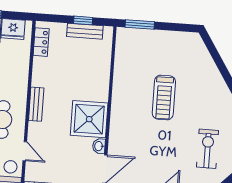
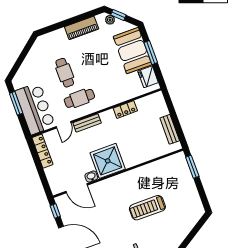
window: (83, 20) -> (177, 125), removed
locker: (41, 42) -> (125, 110), moved
bench: (36, 104) -> (87, 123), moved

